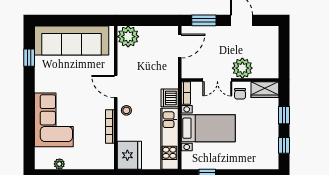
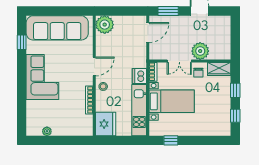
door: (116, 86) -> (94, 66), swing flipped
corner sofa: (54, 120) -> (42, 77), moved

